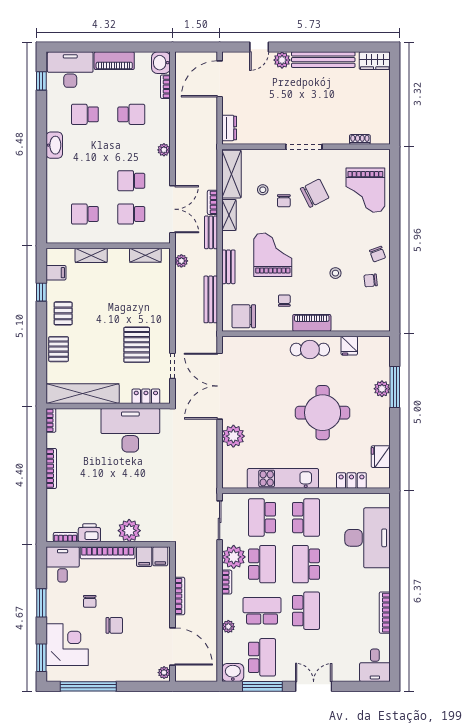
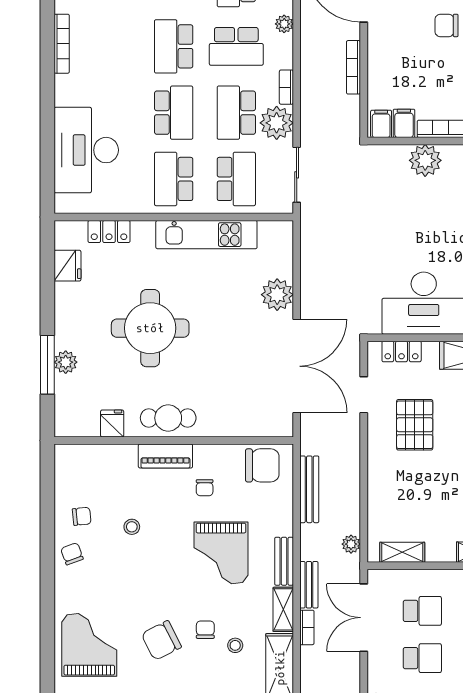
bench: (228, 267) -> (284, 561), moved

